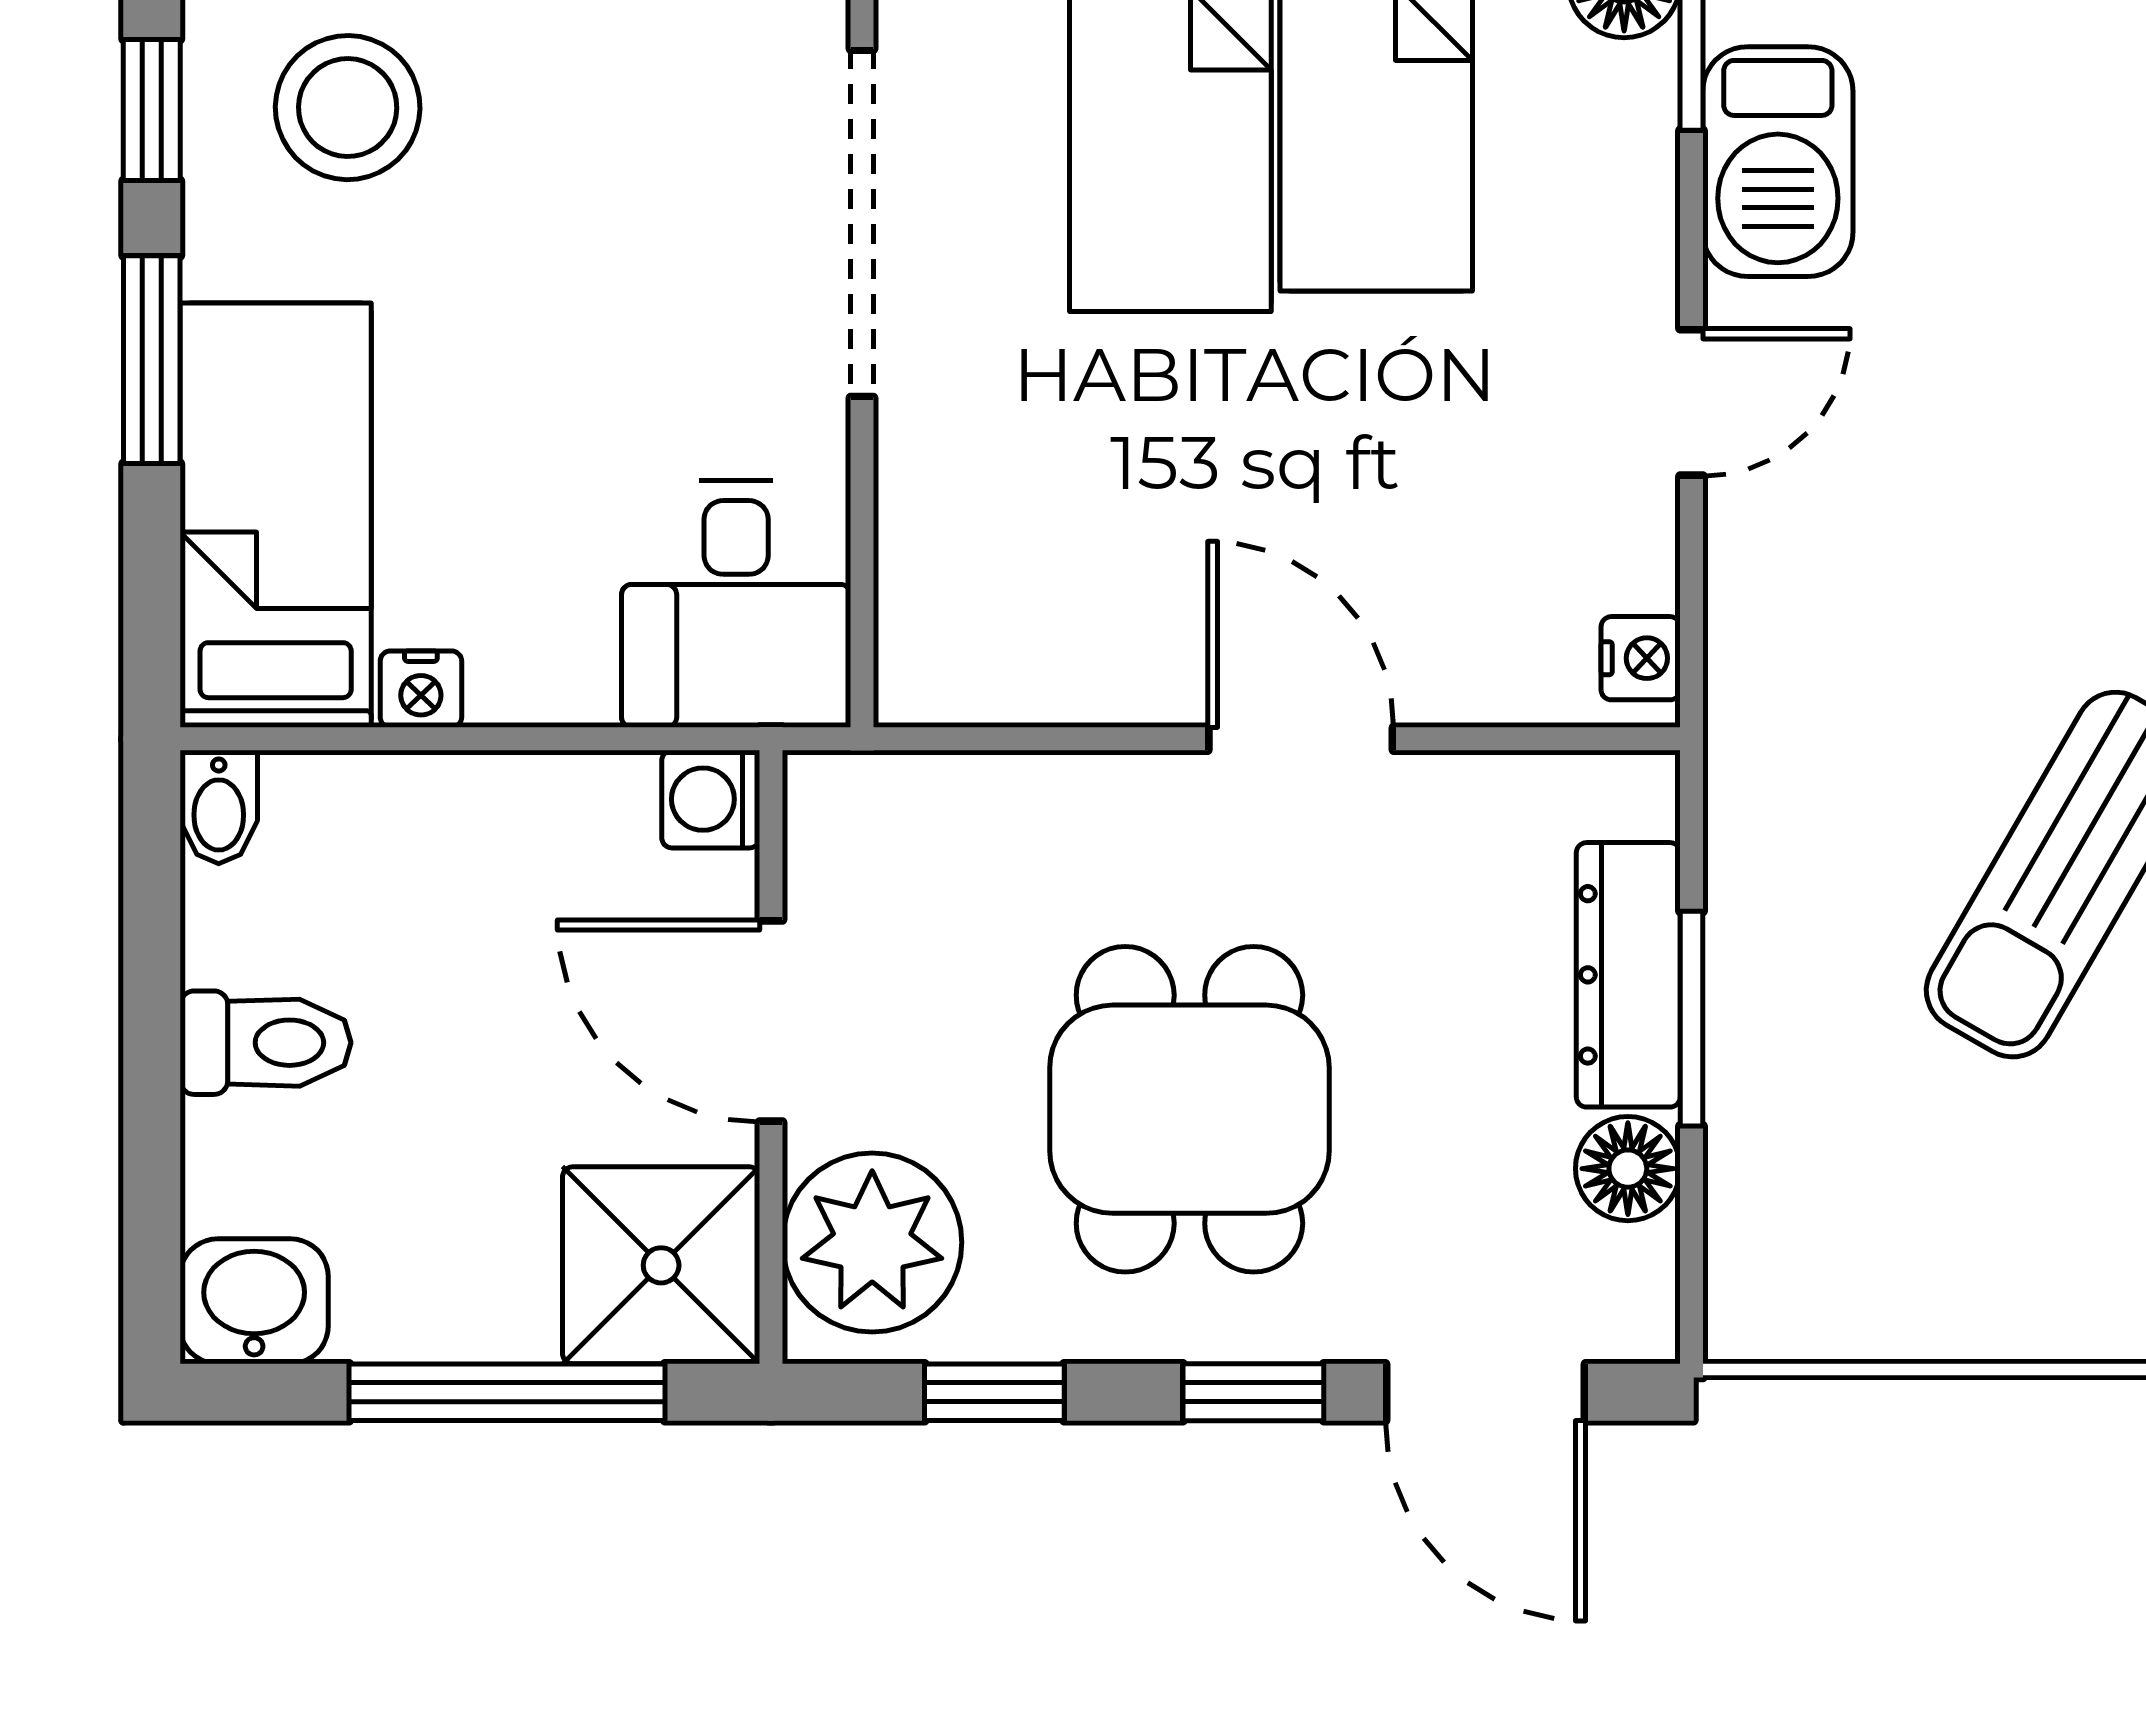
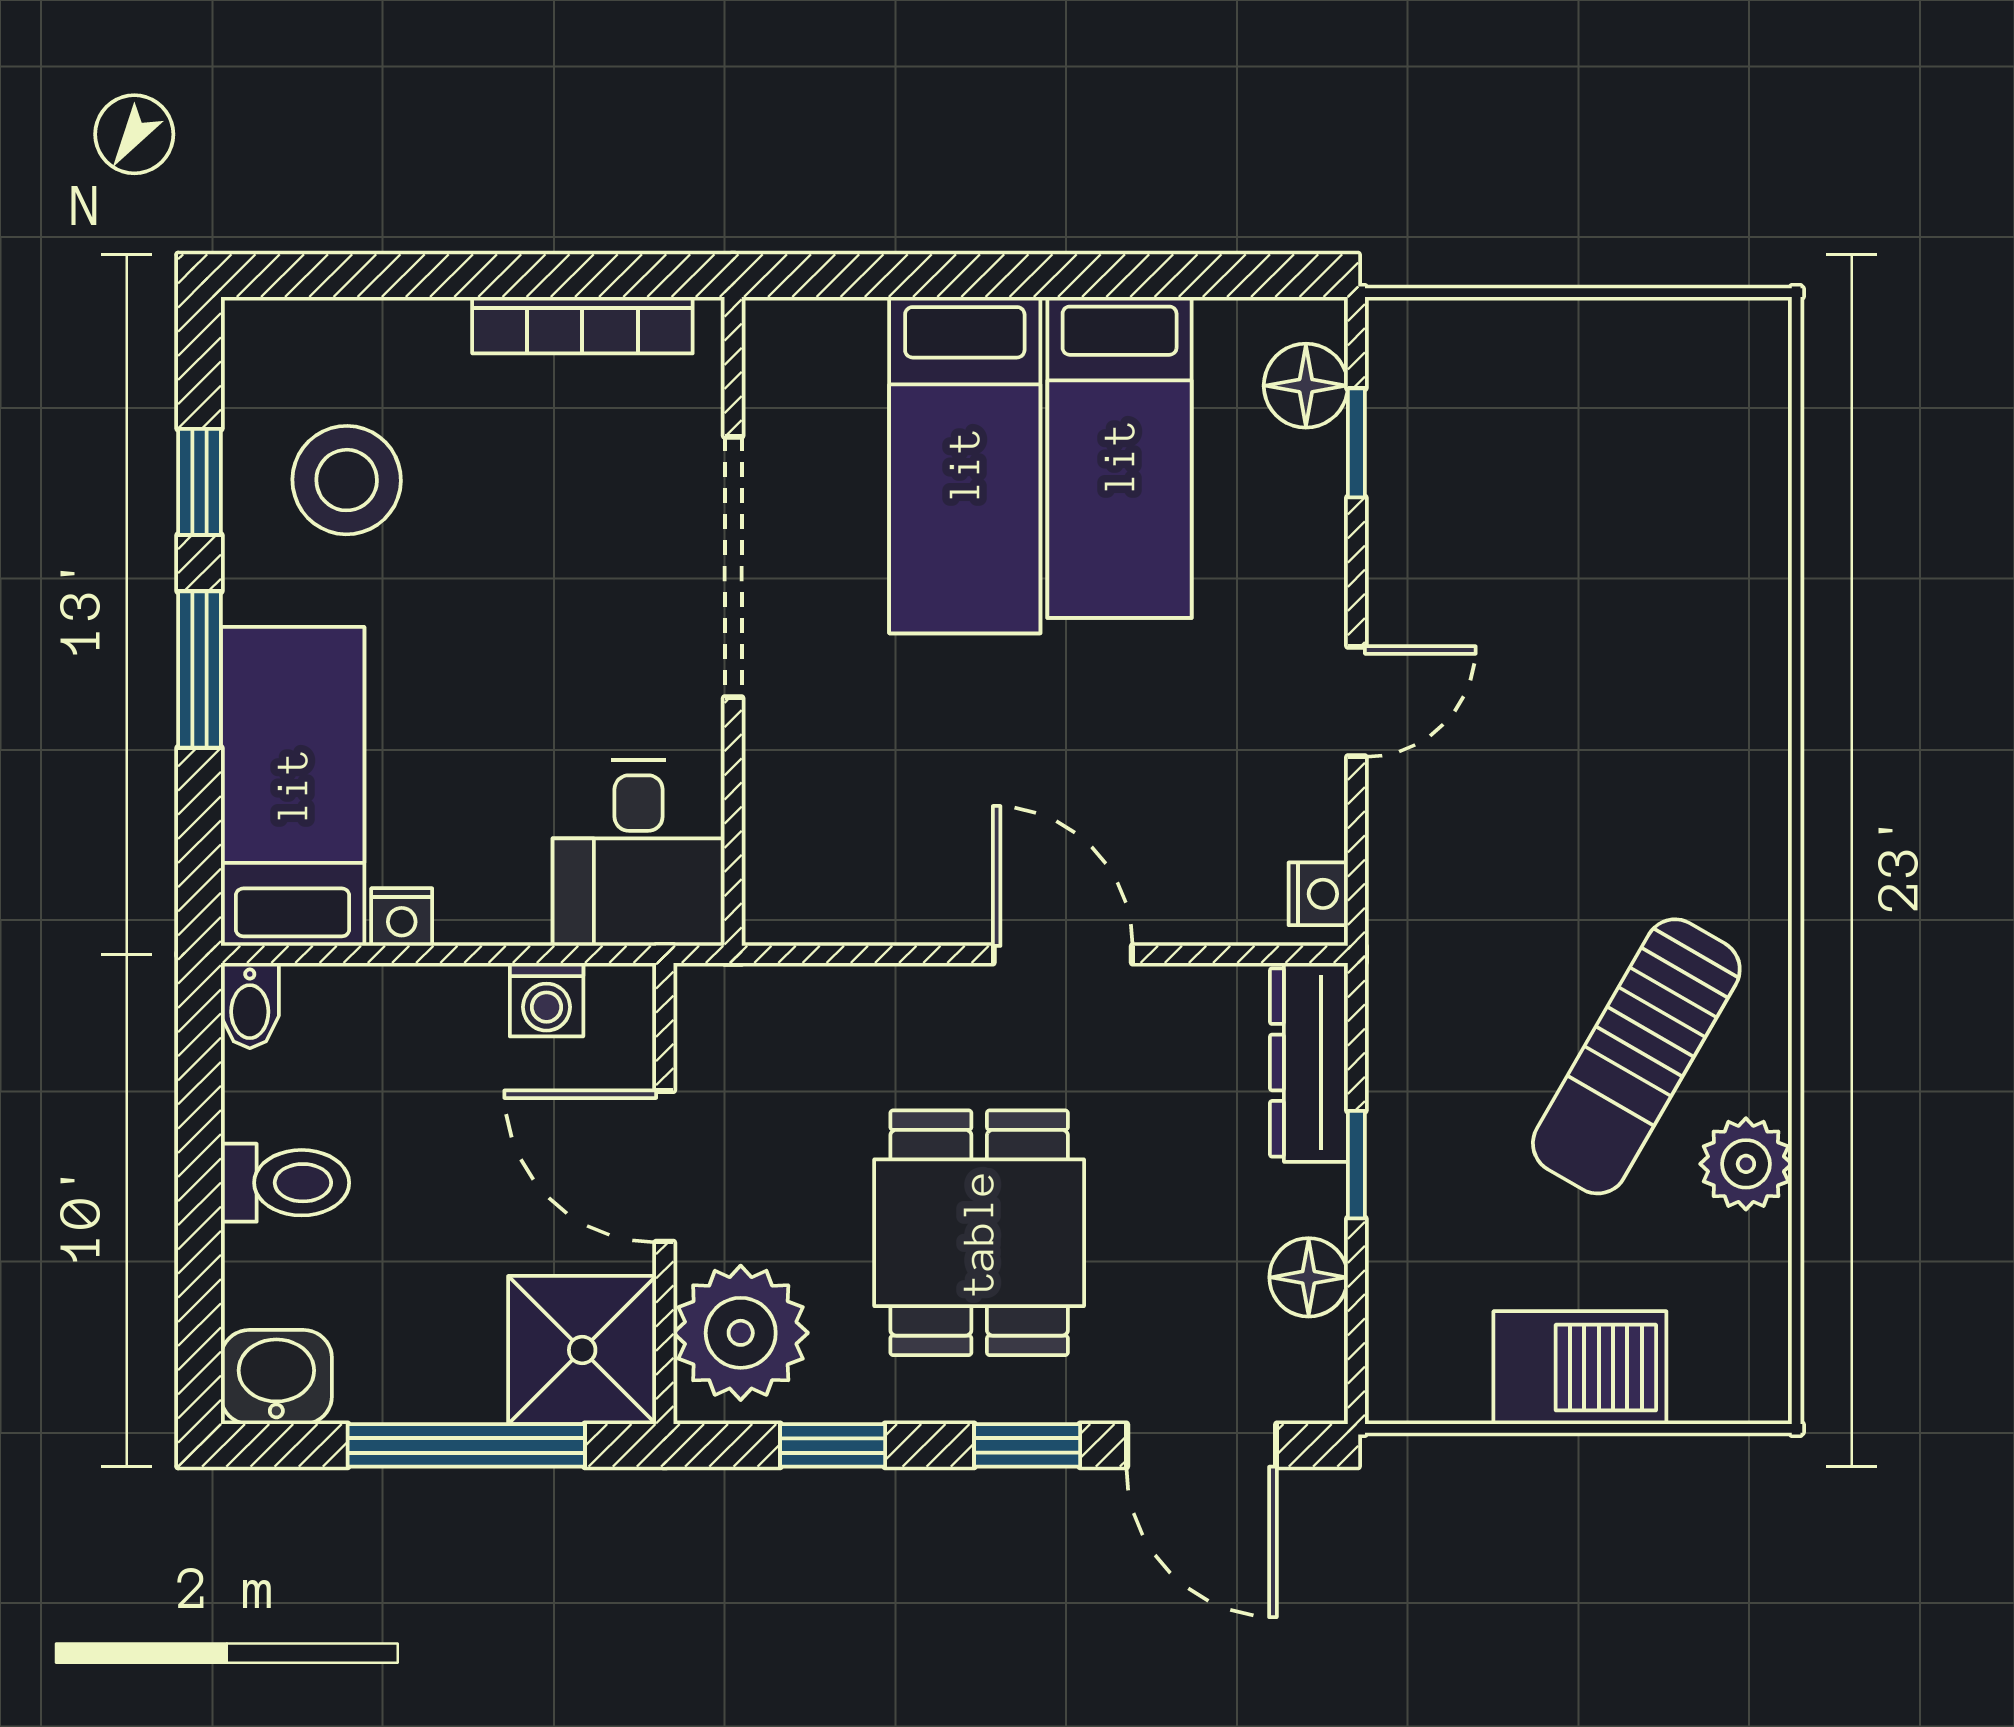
barbecue: (1778, 162) -> (1580, 1368), moved, turned -90
washing machine: (711, 799) -> (547, 1000), moved, turned -90
dresser: (1628, 975) -> (1309, 1062), moved
window: (1691, 1019) -> (1356, 1165), width x0.67

